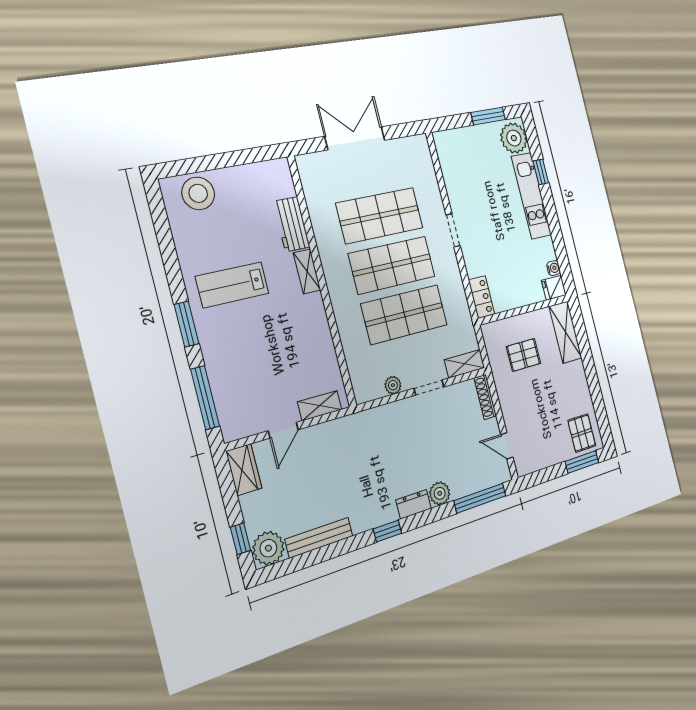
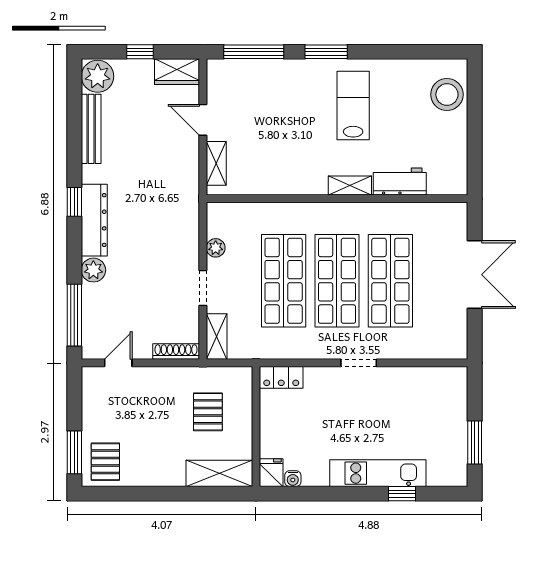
plant: (514, 138) -> (445, 469), removed
pallet: (582, 433) -> (105, 462), turned 90
dresser: (414, 504) -> (94, 220), width x1.96, depth x1.24
window: (240, 539) -> (140, 52), moved

